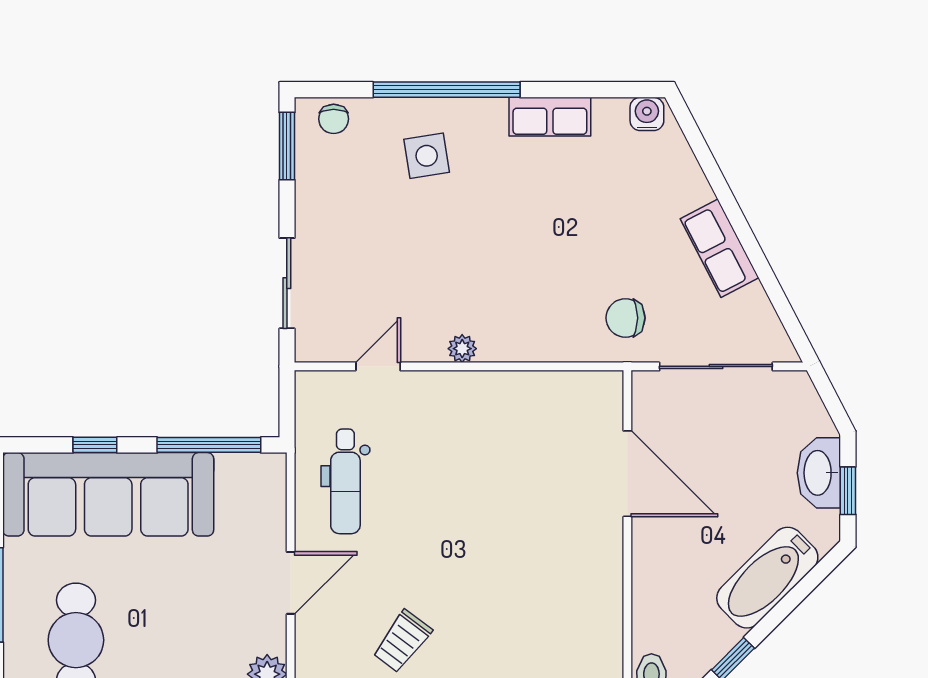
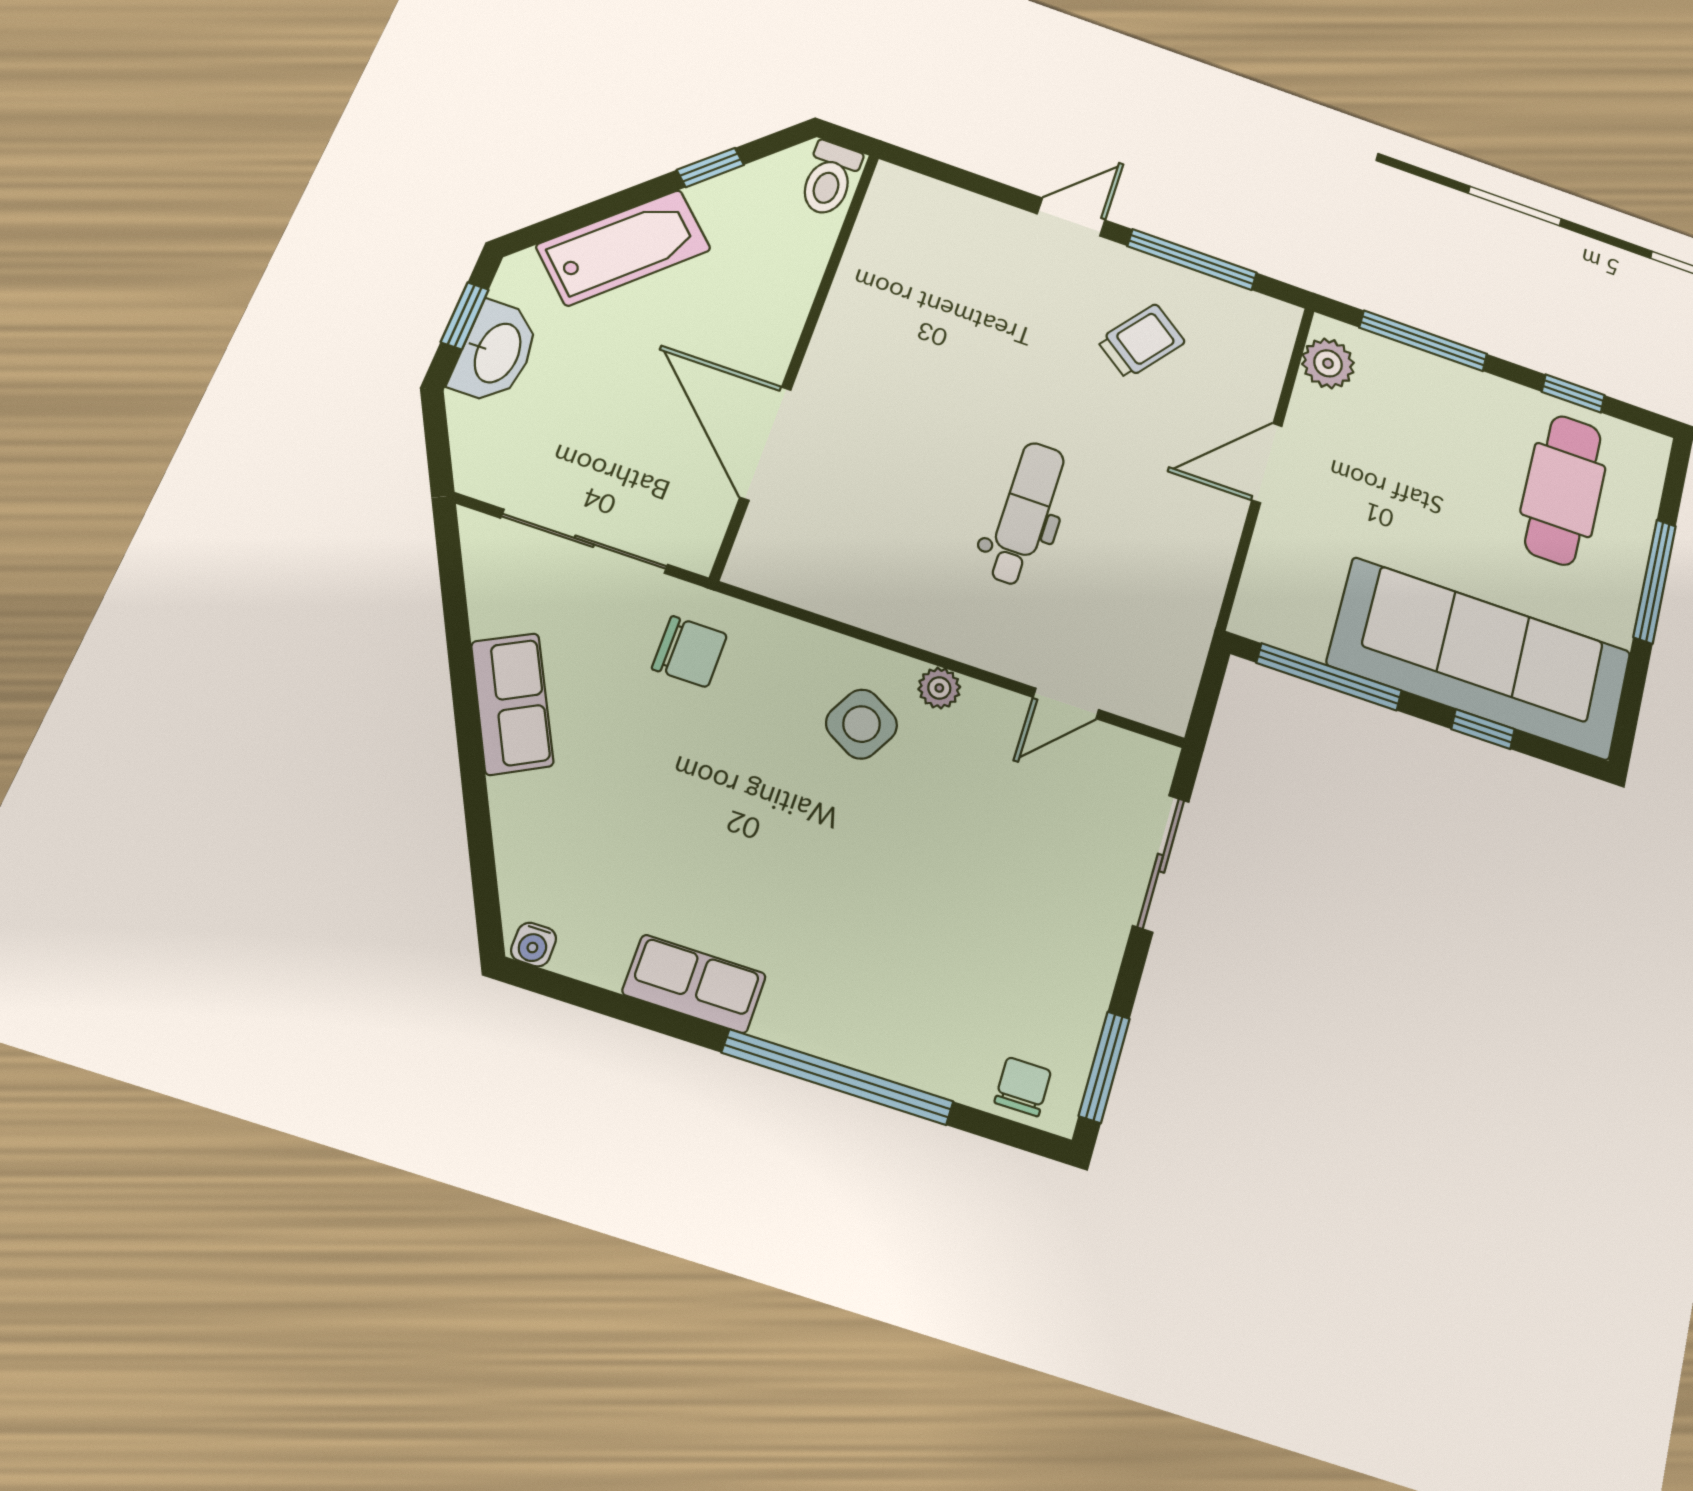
water cooler: (647, 114) -> (534, 945), width x0.72, depth x0.72
side table: (427, 156) -> (862, 724), moved, turned 38
dental chair: (345, 481) -> (1025, 513), moved

